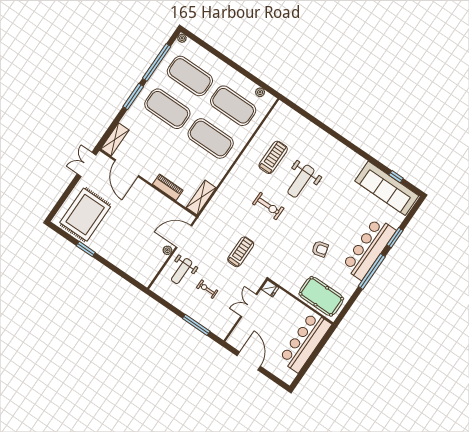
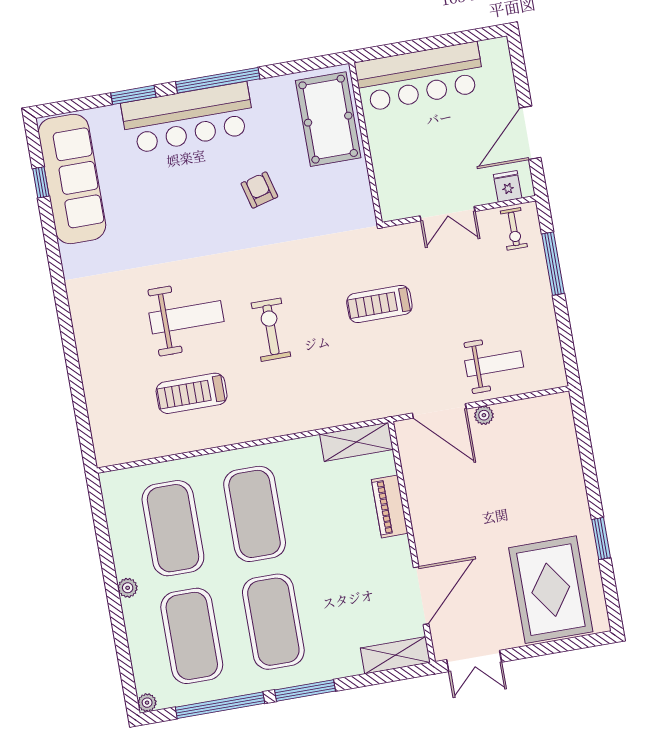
plant: (260, 92) -> (128, 588), moved
rug: (85, 215) -> (551, 590), turned 90
exercise bike: (207, 289) -> (514, 229), moved
fridge: (270, 289) -> (508, 186), moved

